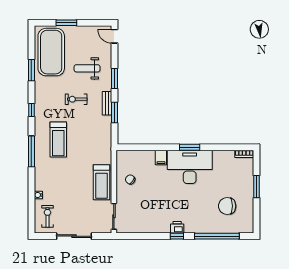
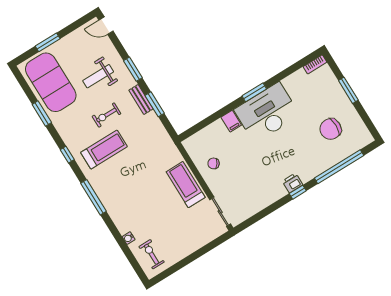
treadmill: (58, 140) -> (104, 150), moved, turned -90
treadmill: (101, 182) -> (186, 185), turned 180
sliding door: (74, 236) -> (192, 258), removed

